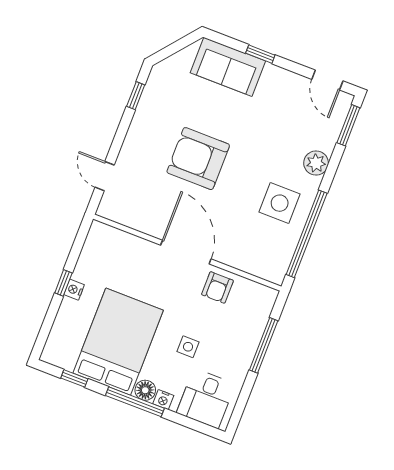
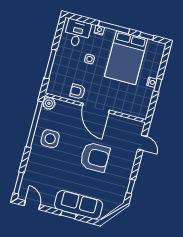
sofa: (228, 67) -> (79, 205), width x1.36
plant: (316, 163) -> (49, 103), moved
armchair: (217, 287) -> (78, 91), turned -90
floor lamp: (145, 390) -> (109, 34), removed

